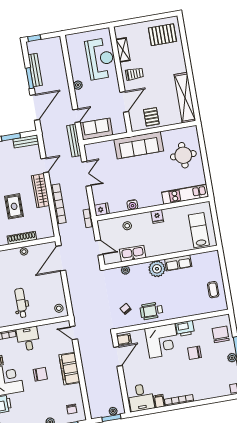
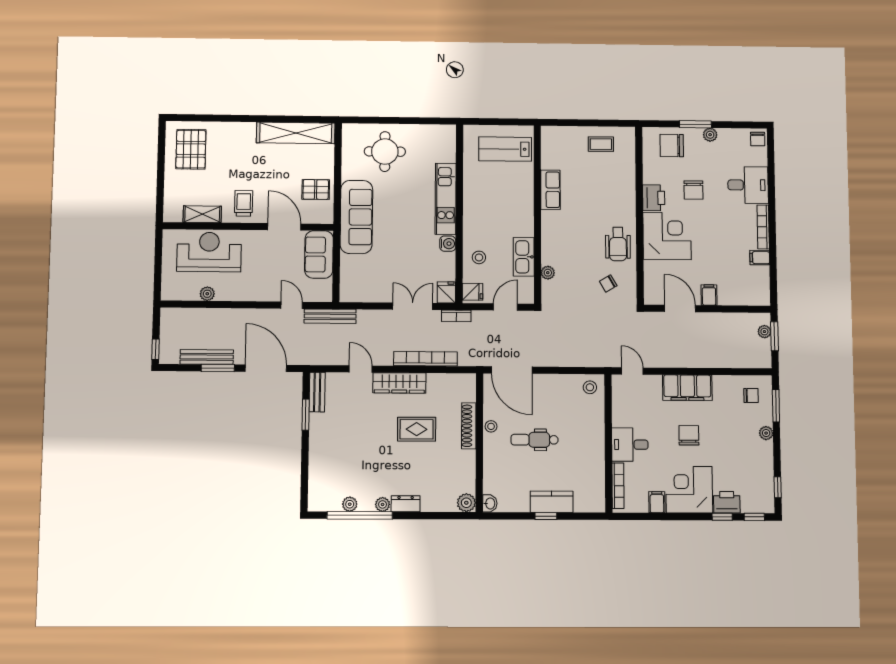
plant: (78, 85) -> (207, 294), moved
sofa: (96, 129) -> (319, 254), moved
double door: (86, 174) -> (413, 306), moved
kitchen unit: (185, 194) -> (446, 199), moved
fridge: (157, 217) -> (472, 292), moved
plant: (157, 269) -> (554, 224), removed
dental chair: (21, 303) -> (535, 440), moved
door: (74, 333) -> (632, 371), swing flipped
filing cabinet: (124, 339) -> (709, 295), moved
desk: (141, 398) -> (748, 185), moved

